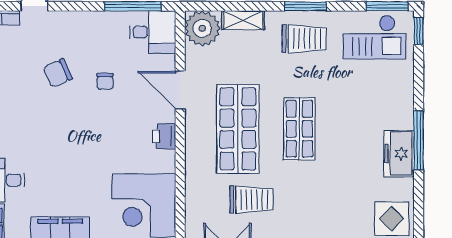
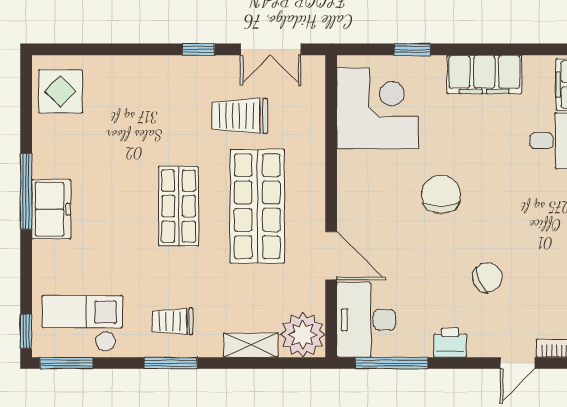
desk: (153, 32) -> (366, 320), width x1.37
trolley: (304, 39) -> (172, 321), width x0.73, depth x0.72
chair: (105, 81) -> (441, 194), moved, width x1.87, depth x1.87
printer: (164, 136) -> (450, 343), moved, turned -90
freezer: (399, 154) -> (51, 209), moved

